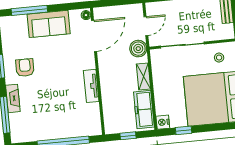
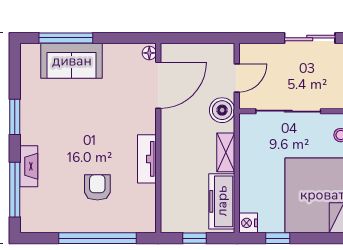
sofa: (49, 24) -> (72, 61), moved
armchair: (25, 68) -> (97, 187), moved

